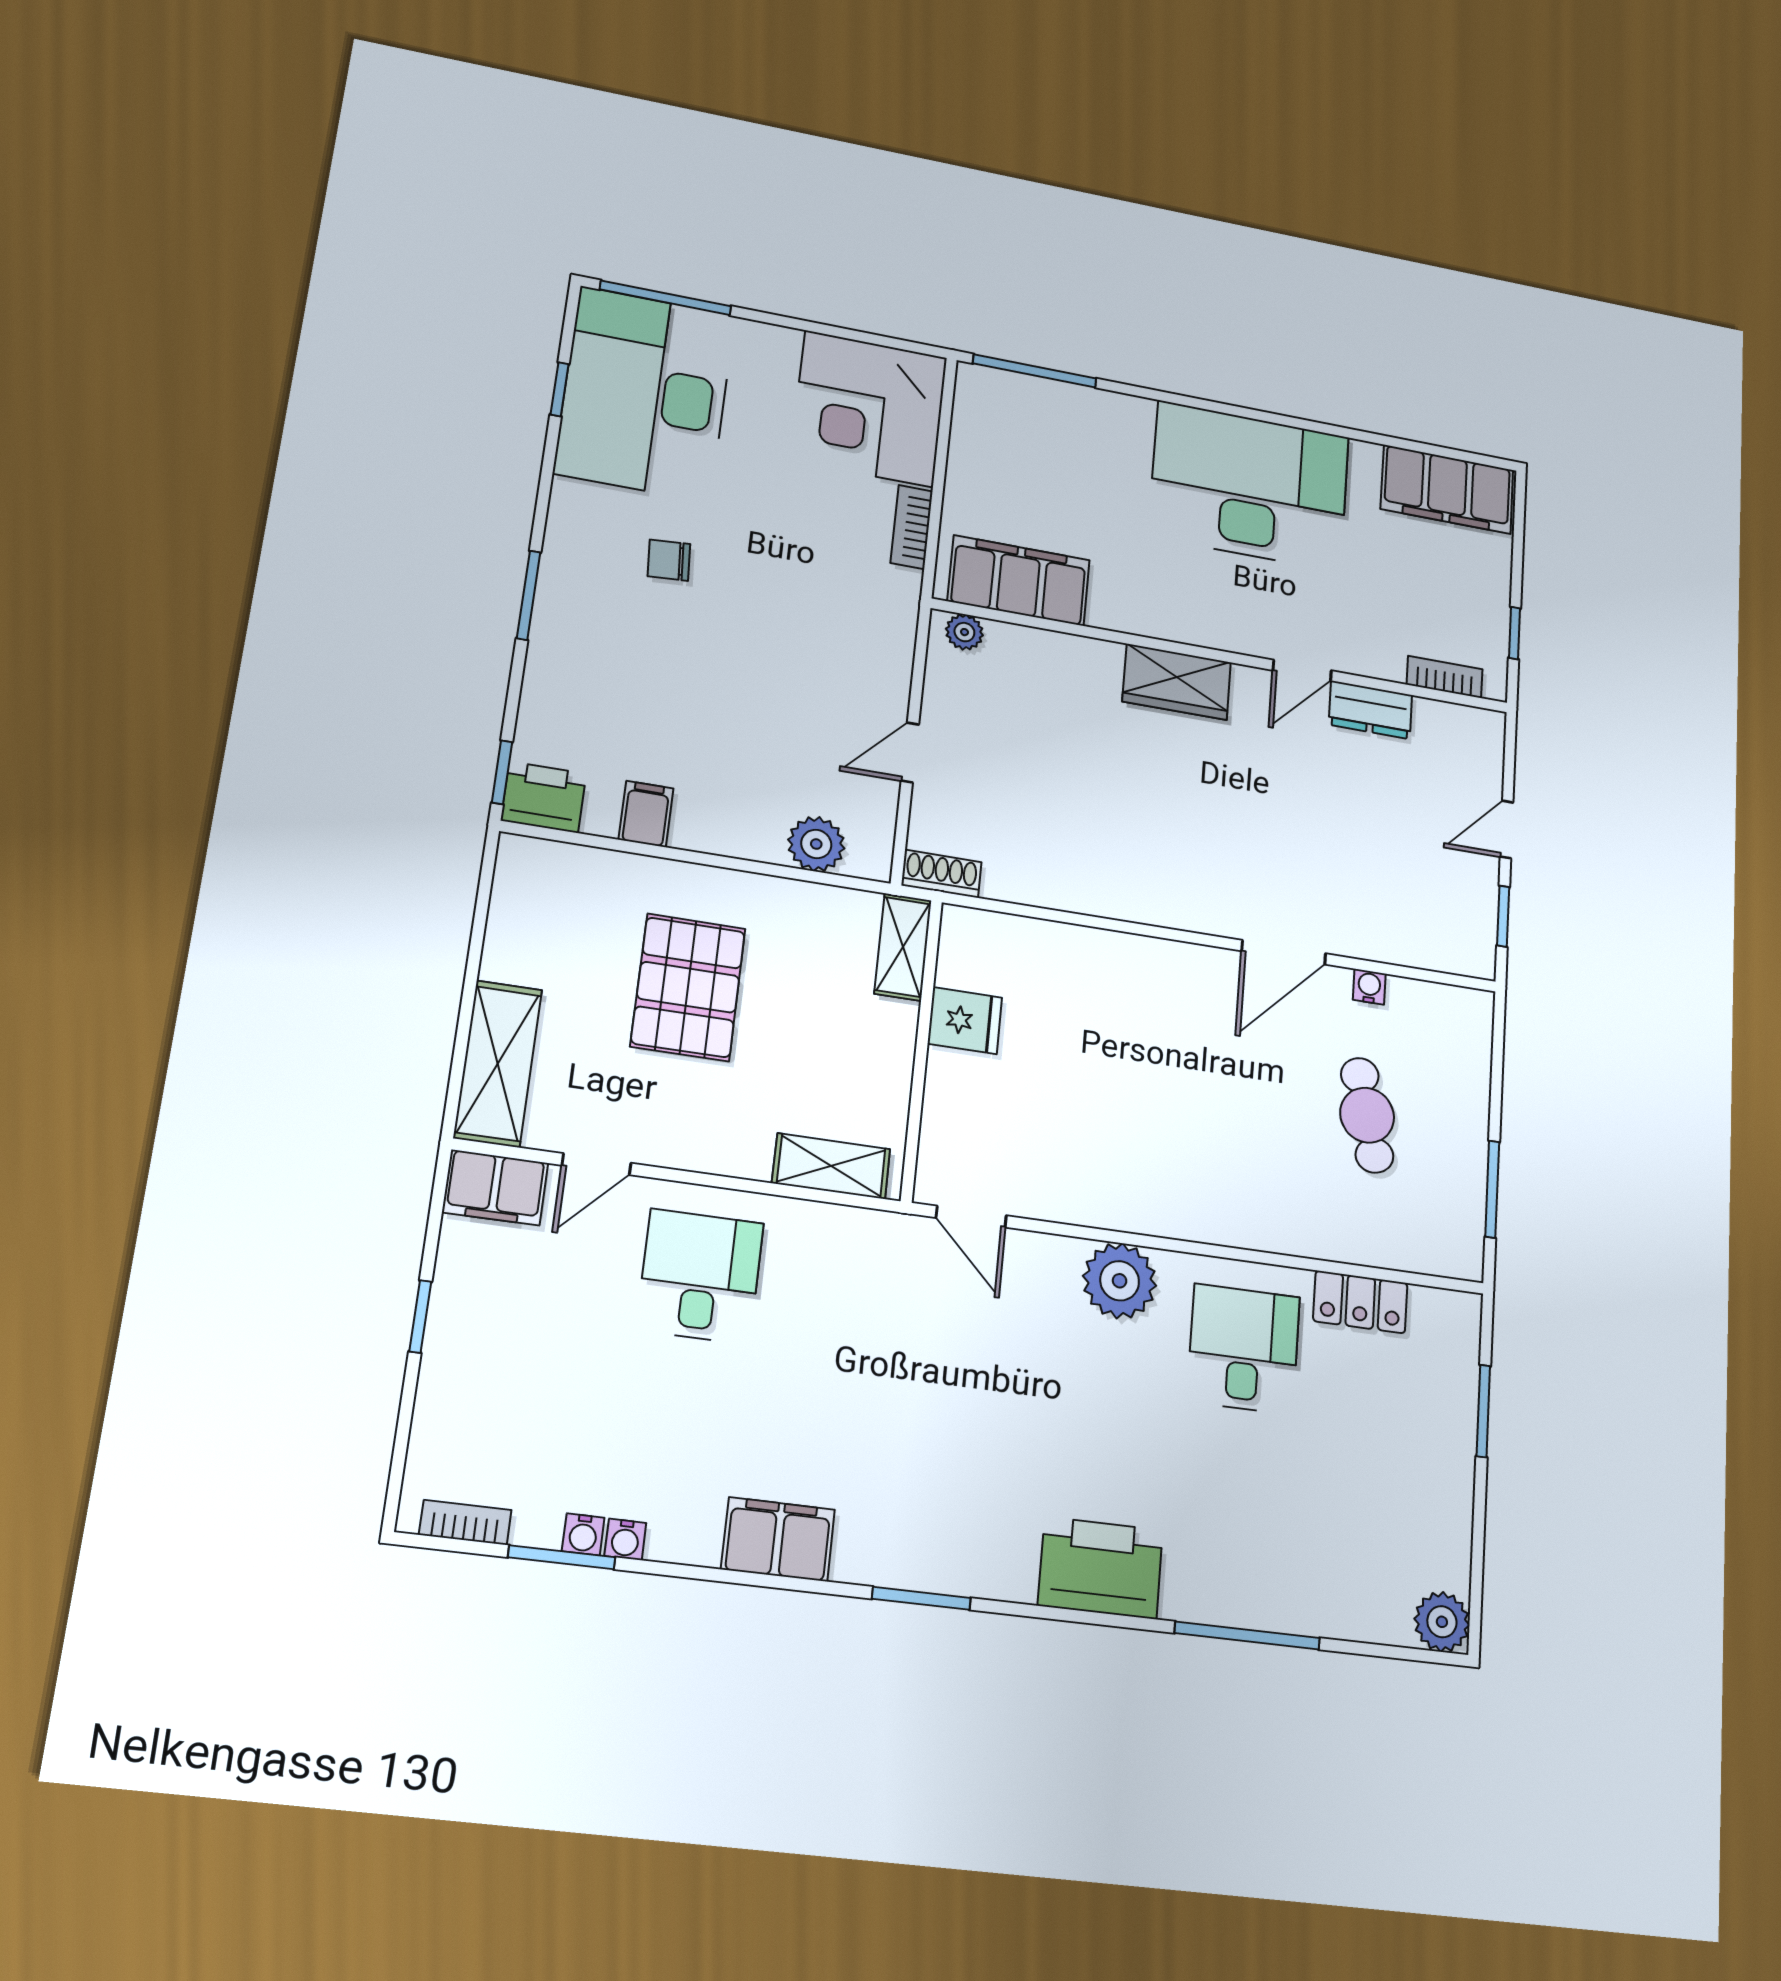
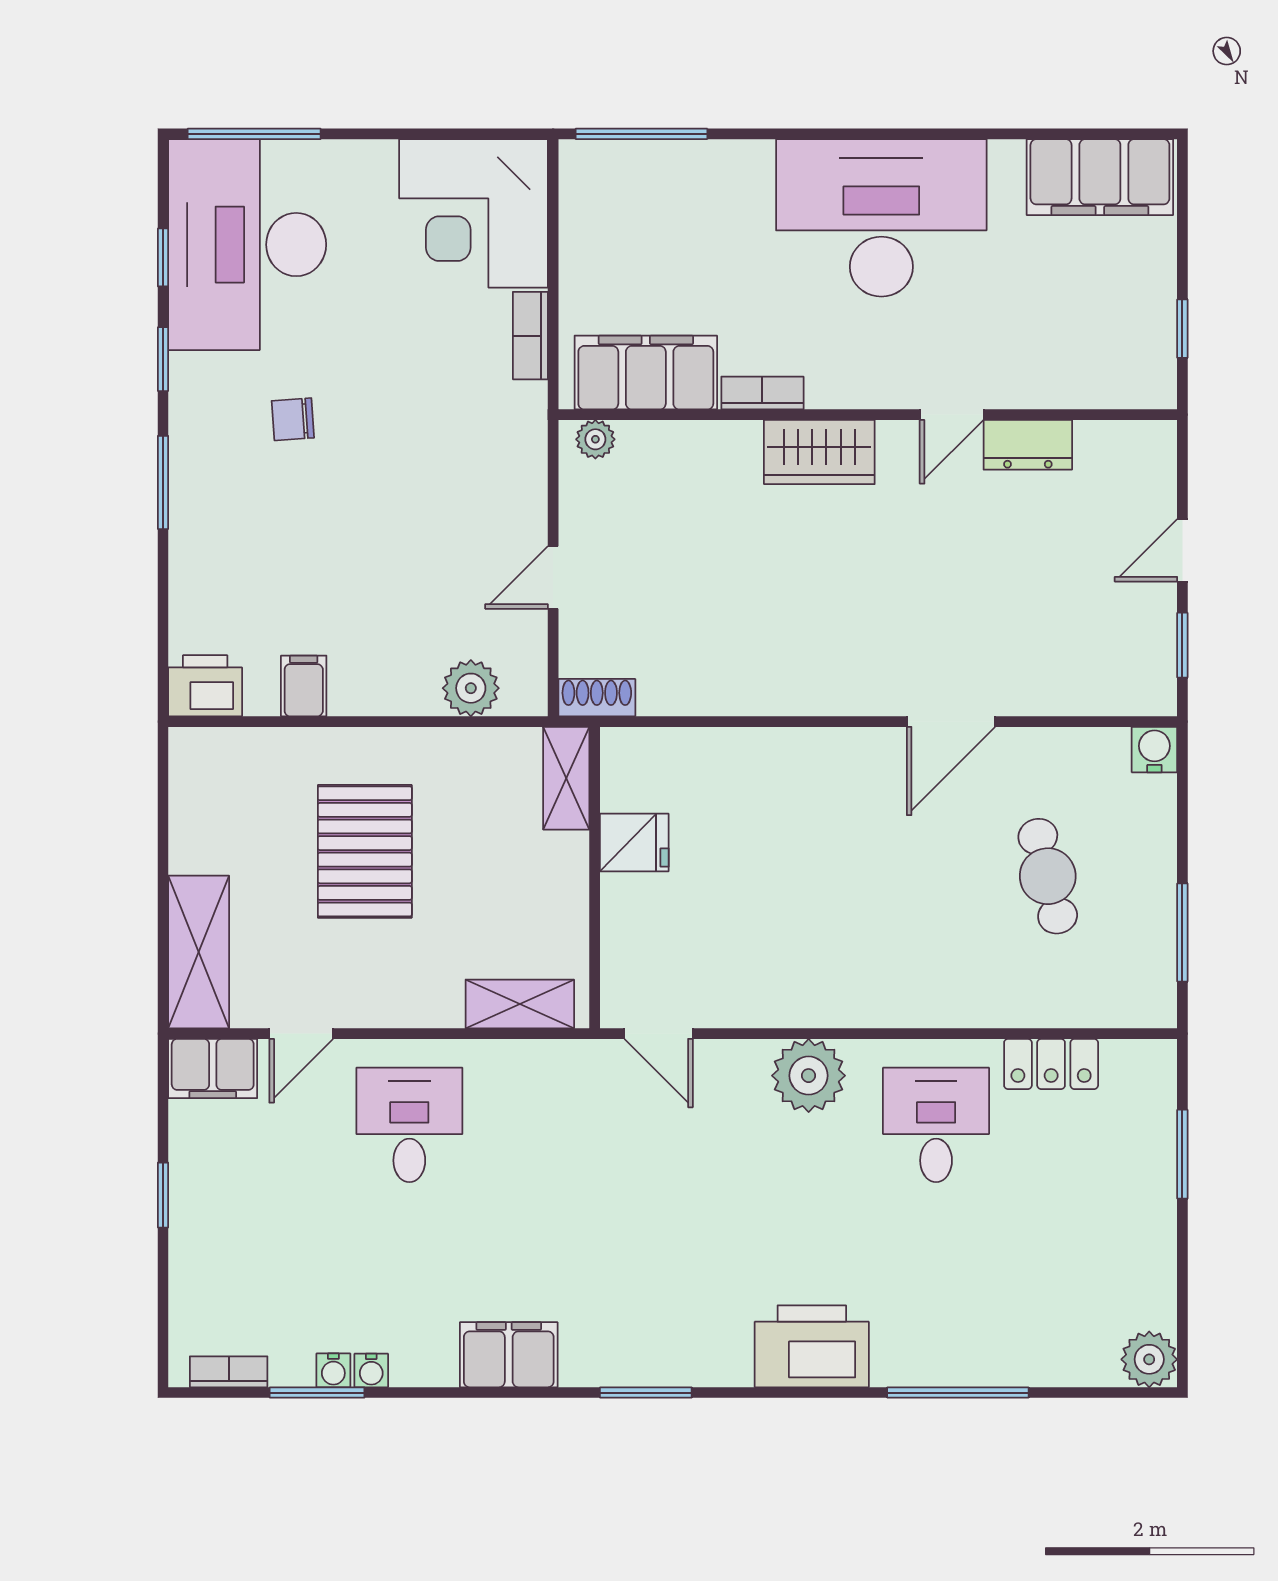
bookcase: (1445, 677) -> (762, 393), moved
window: (502, 772) -> (163, 359), moved
water cooler: (1369, 987) -> (1154, 750), moved, width x1.38, depth x1.38

